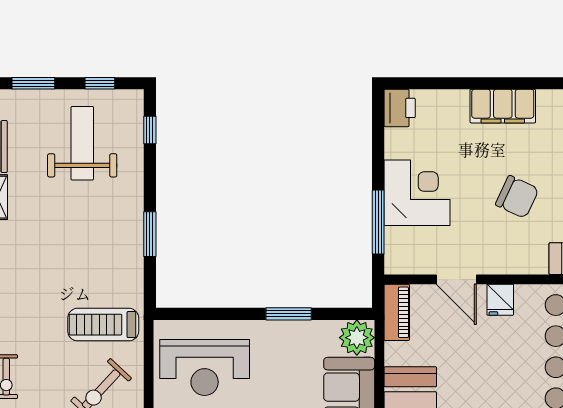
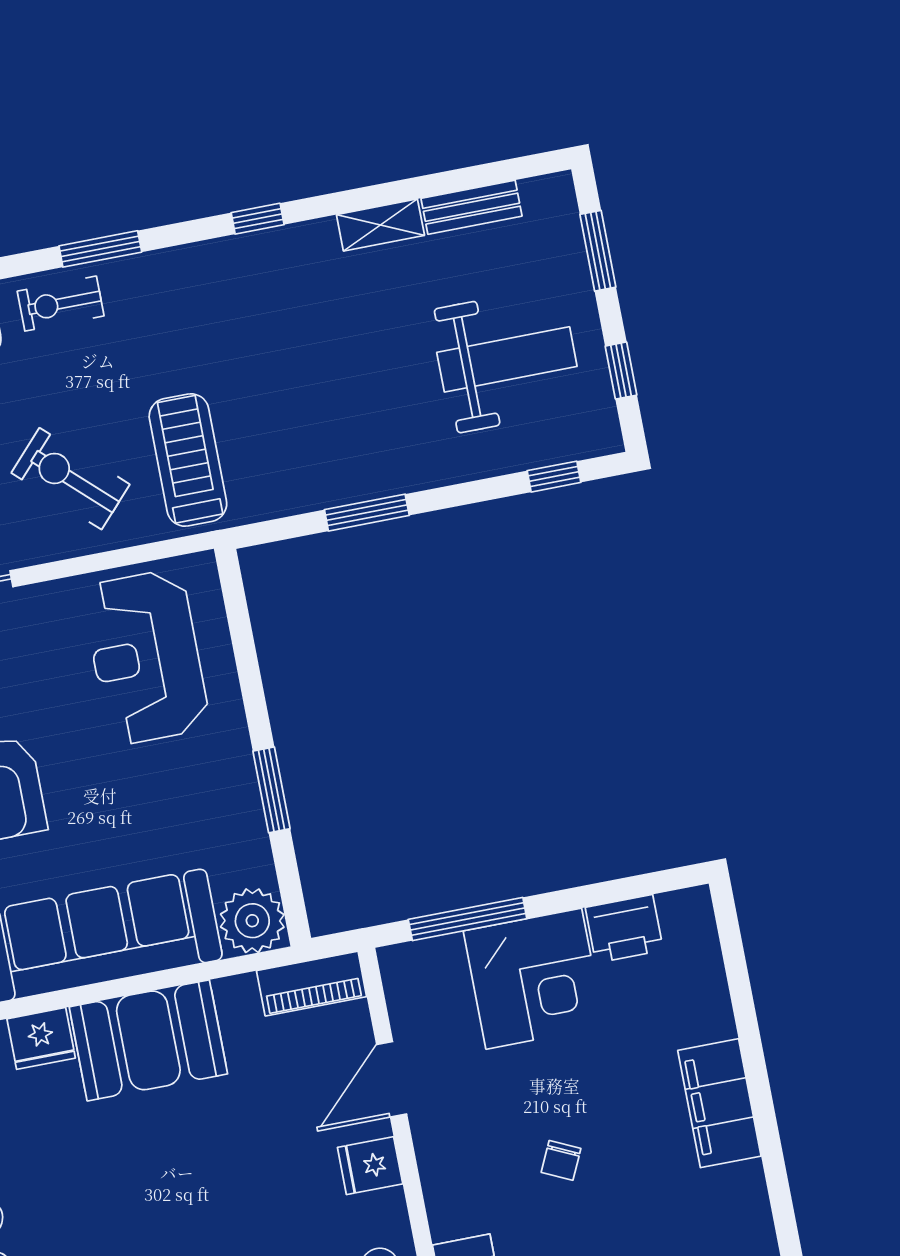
printer: (400, 108) -> (624, 929), moved
chair: (517, 197) -> (561, 1160), width x0.54, depth x0.54

